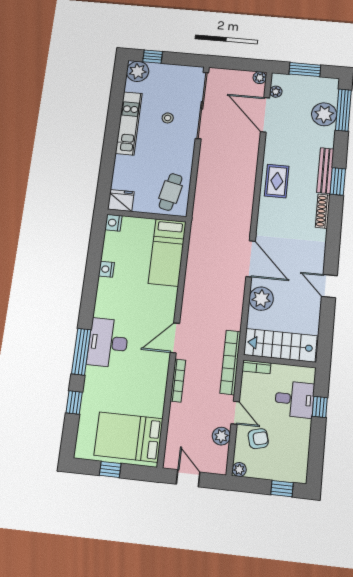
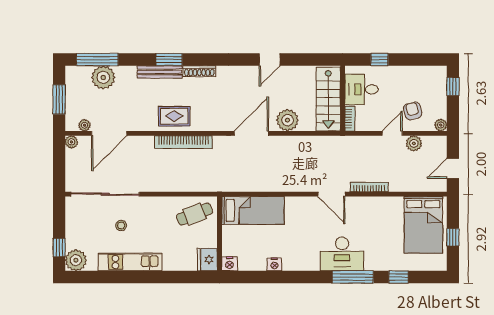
cafe table: (171, 192) -> (195, 214), turned -33
bookcase: (230, 362) -> (183, 142), moved
desk: (295, 399) -> (362, 89), moved, turned -90

